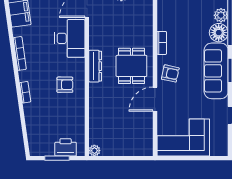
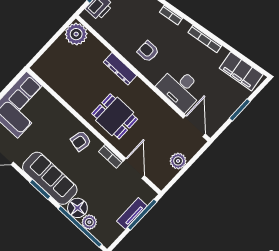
dresser: (95, 66) -> (120, 69), moved
armchair: (65, 85) -> (148, 51), turned 90
door: (155, 99) -> (134, 168), moved
plant: (94, 151) -> (76, 34), width x1.87, depth x1.87

